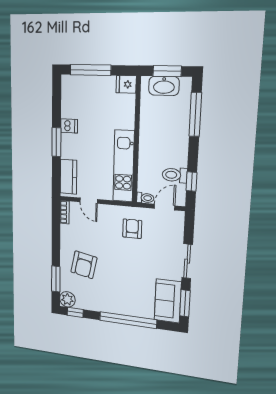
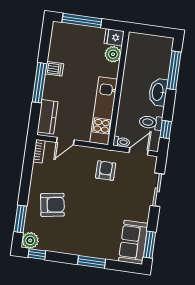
window: (167, 71) -> (153, 30), removed
washbasin: (164, 86) -> (158, 92), moved, turned 90
plant: (127, 103) -> (113, 54), added
window: (56, 142) -> (40, 83), width x1.44
door: (89, 201) -> (65, 141), hinge flipped
sliding door: (187, 261) -> (157, 190), moved
armchair: (84, 265) -> (52, 205), turned -110
window: (128, 320) -> (92, 262), width x0.47

